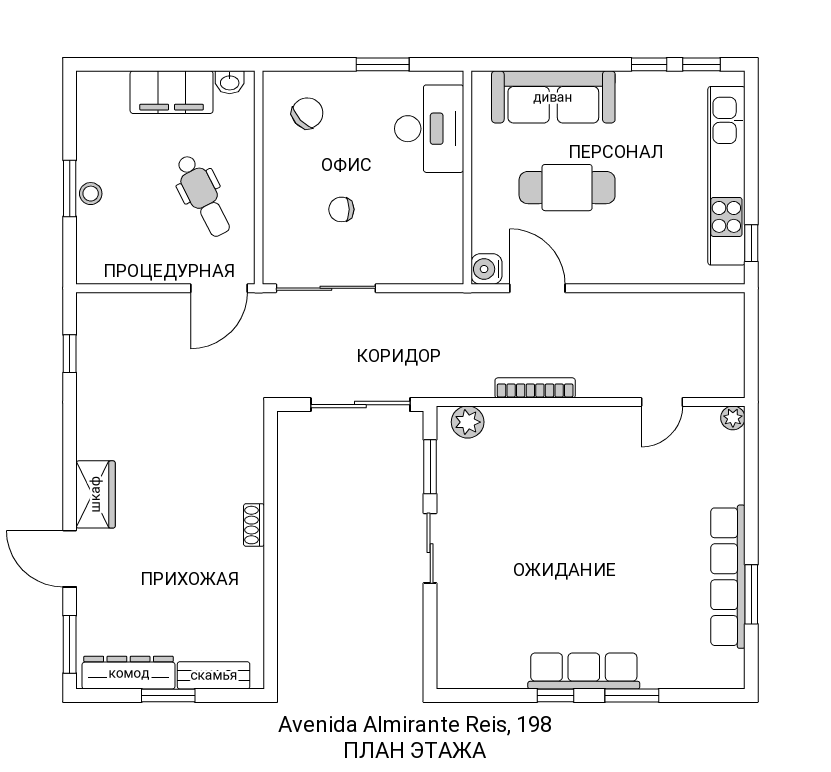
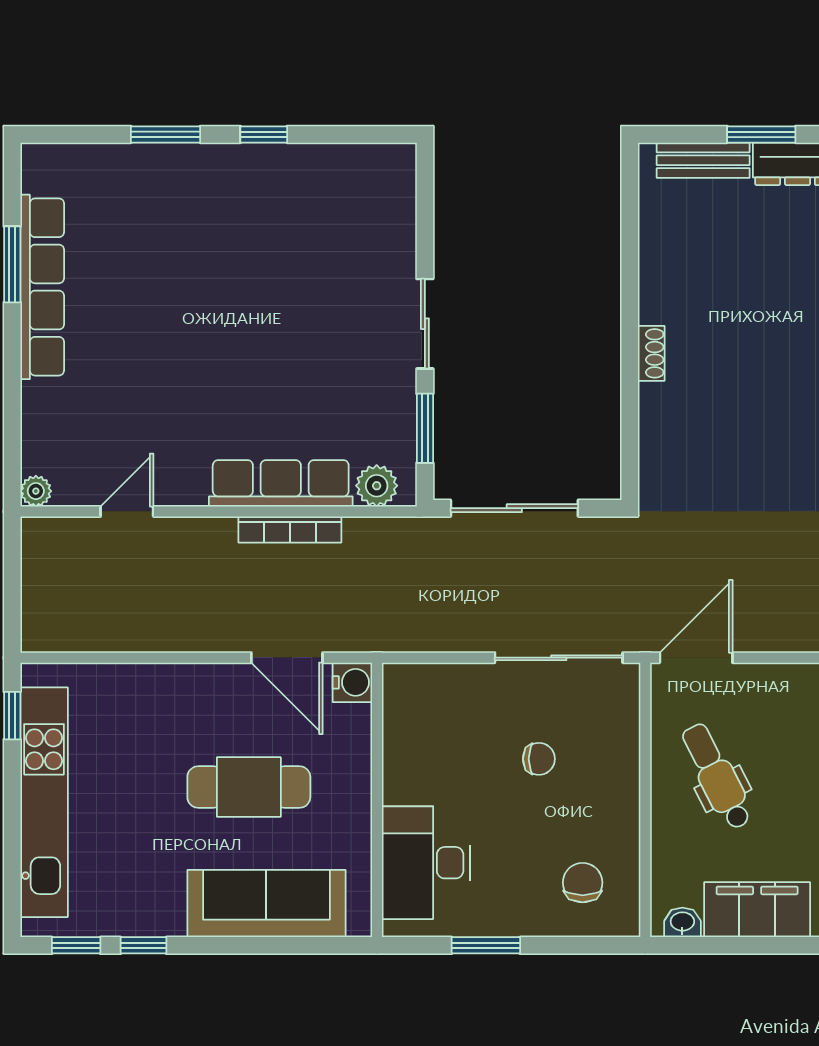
chair: (307, 113) -> (583, 883), turned 133
row of seats: (584, 671) -> (281, 483), moved, turned 180

